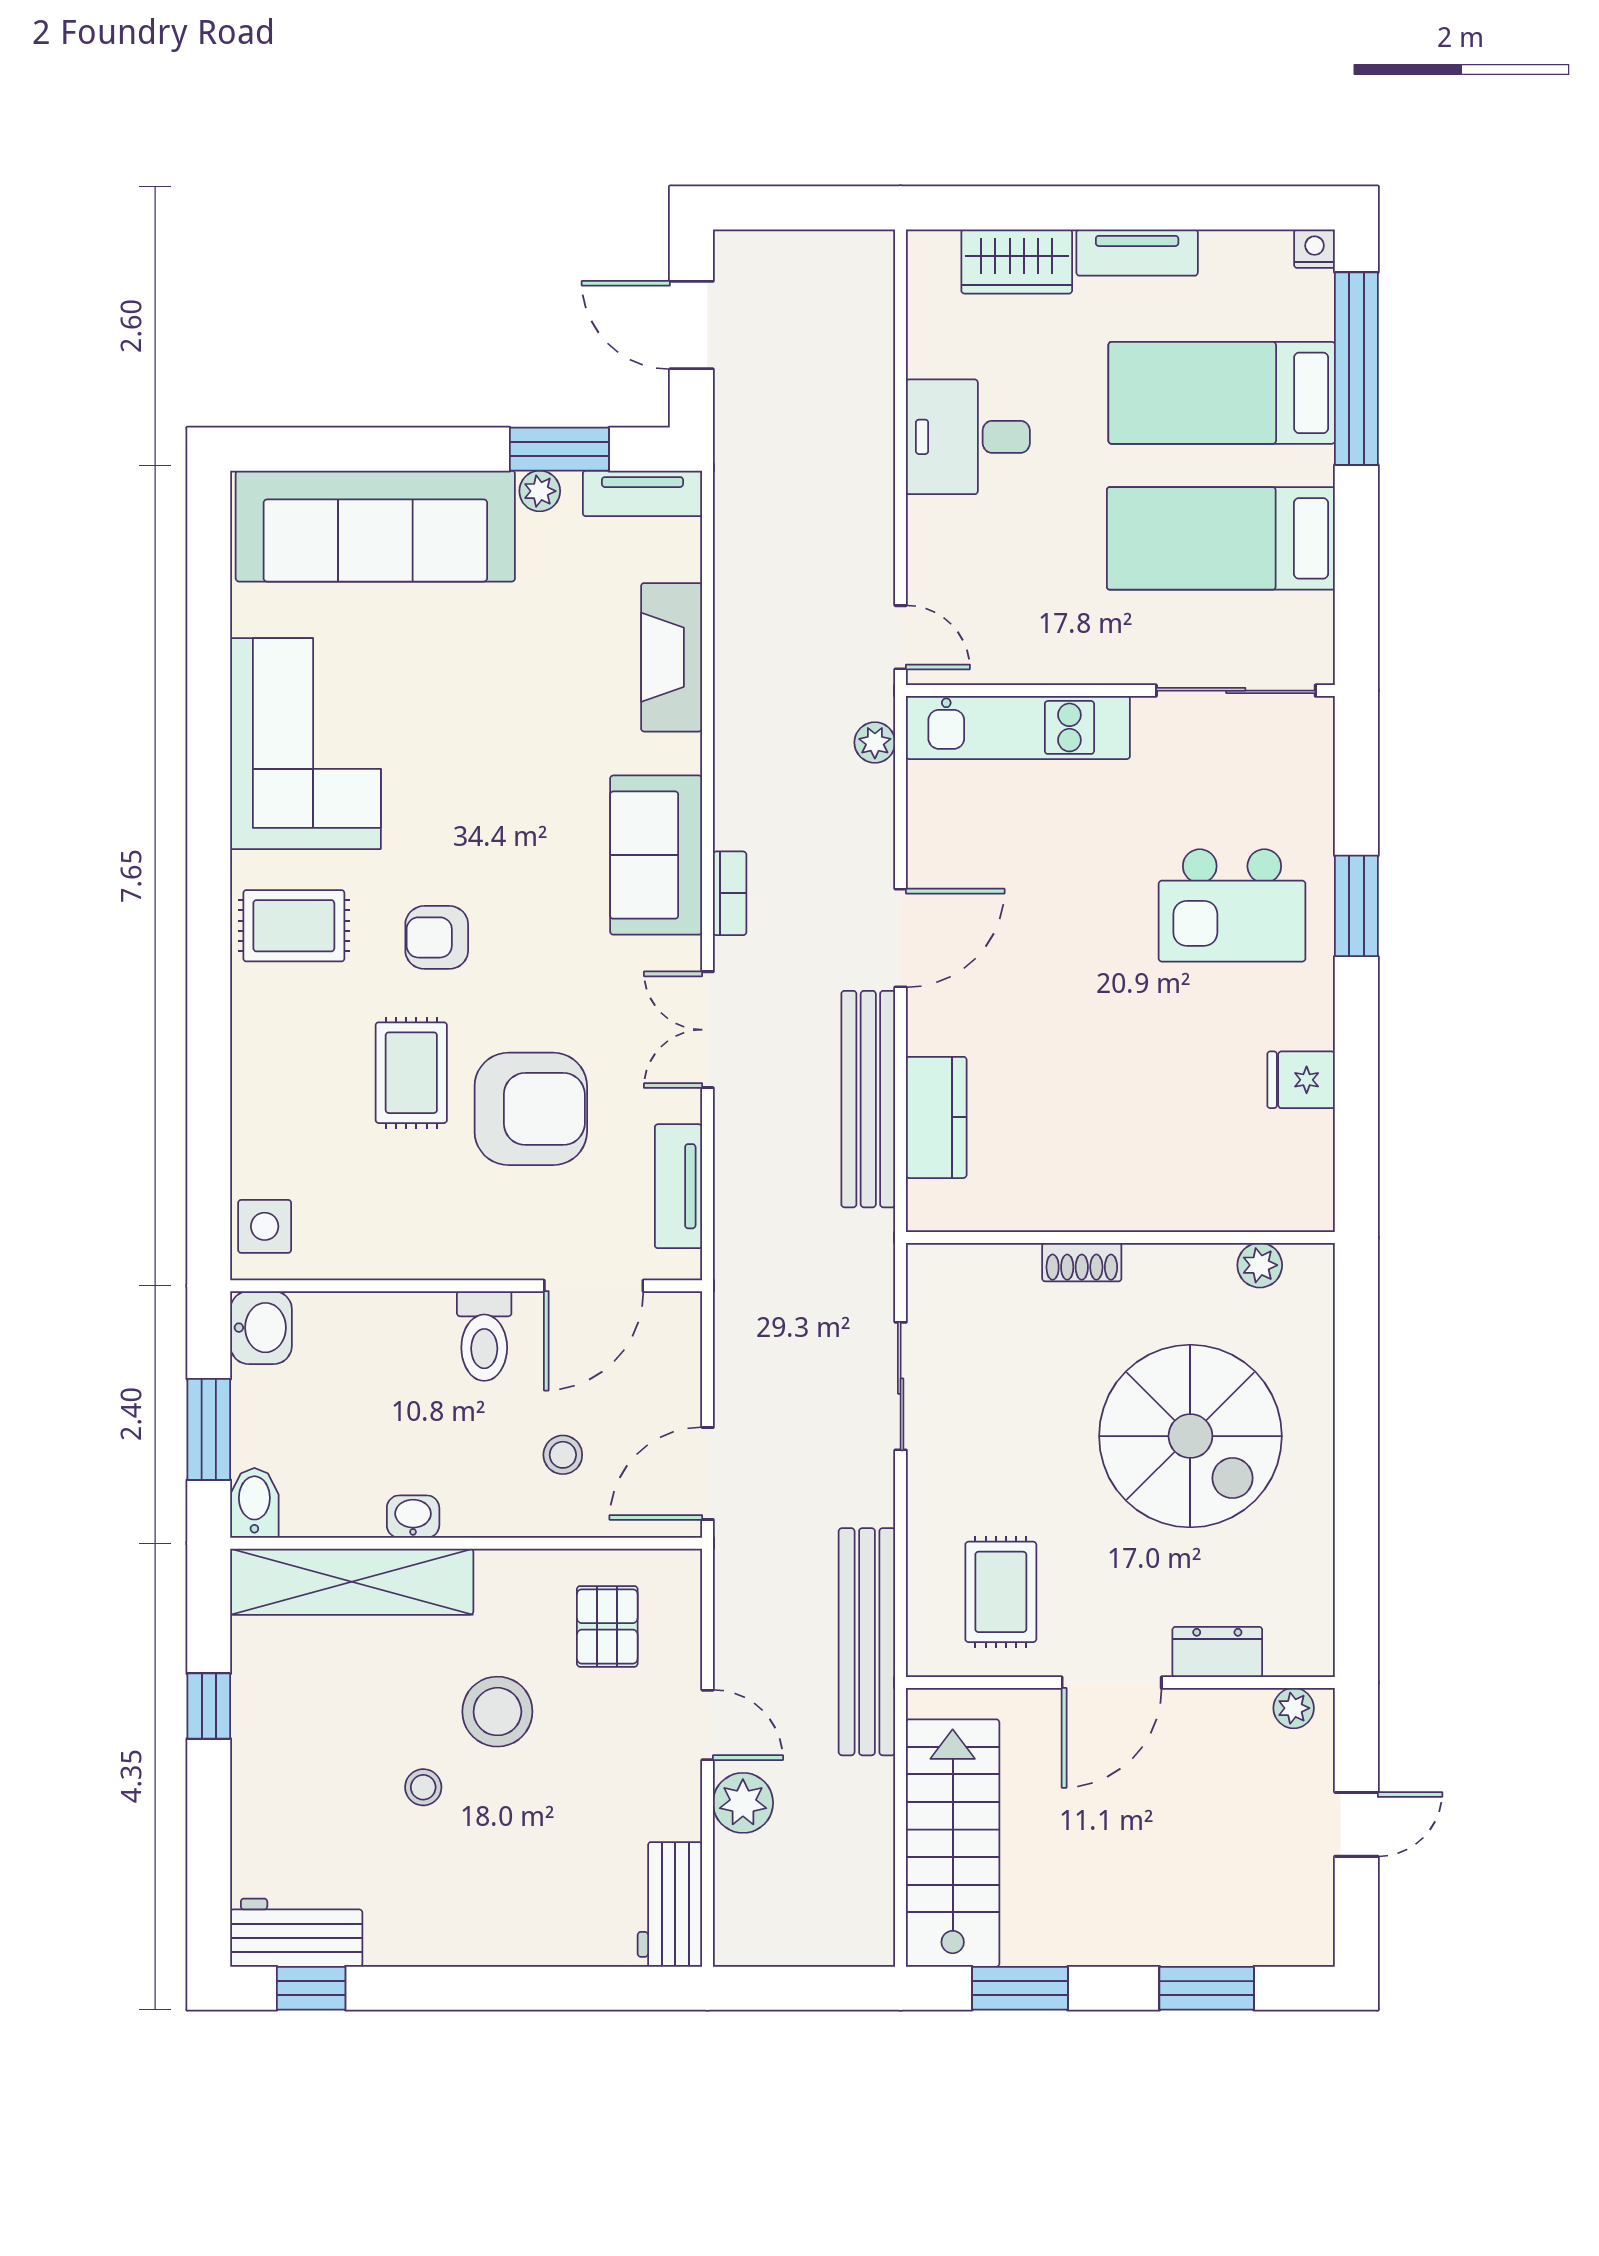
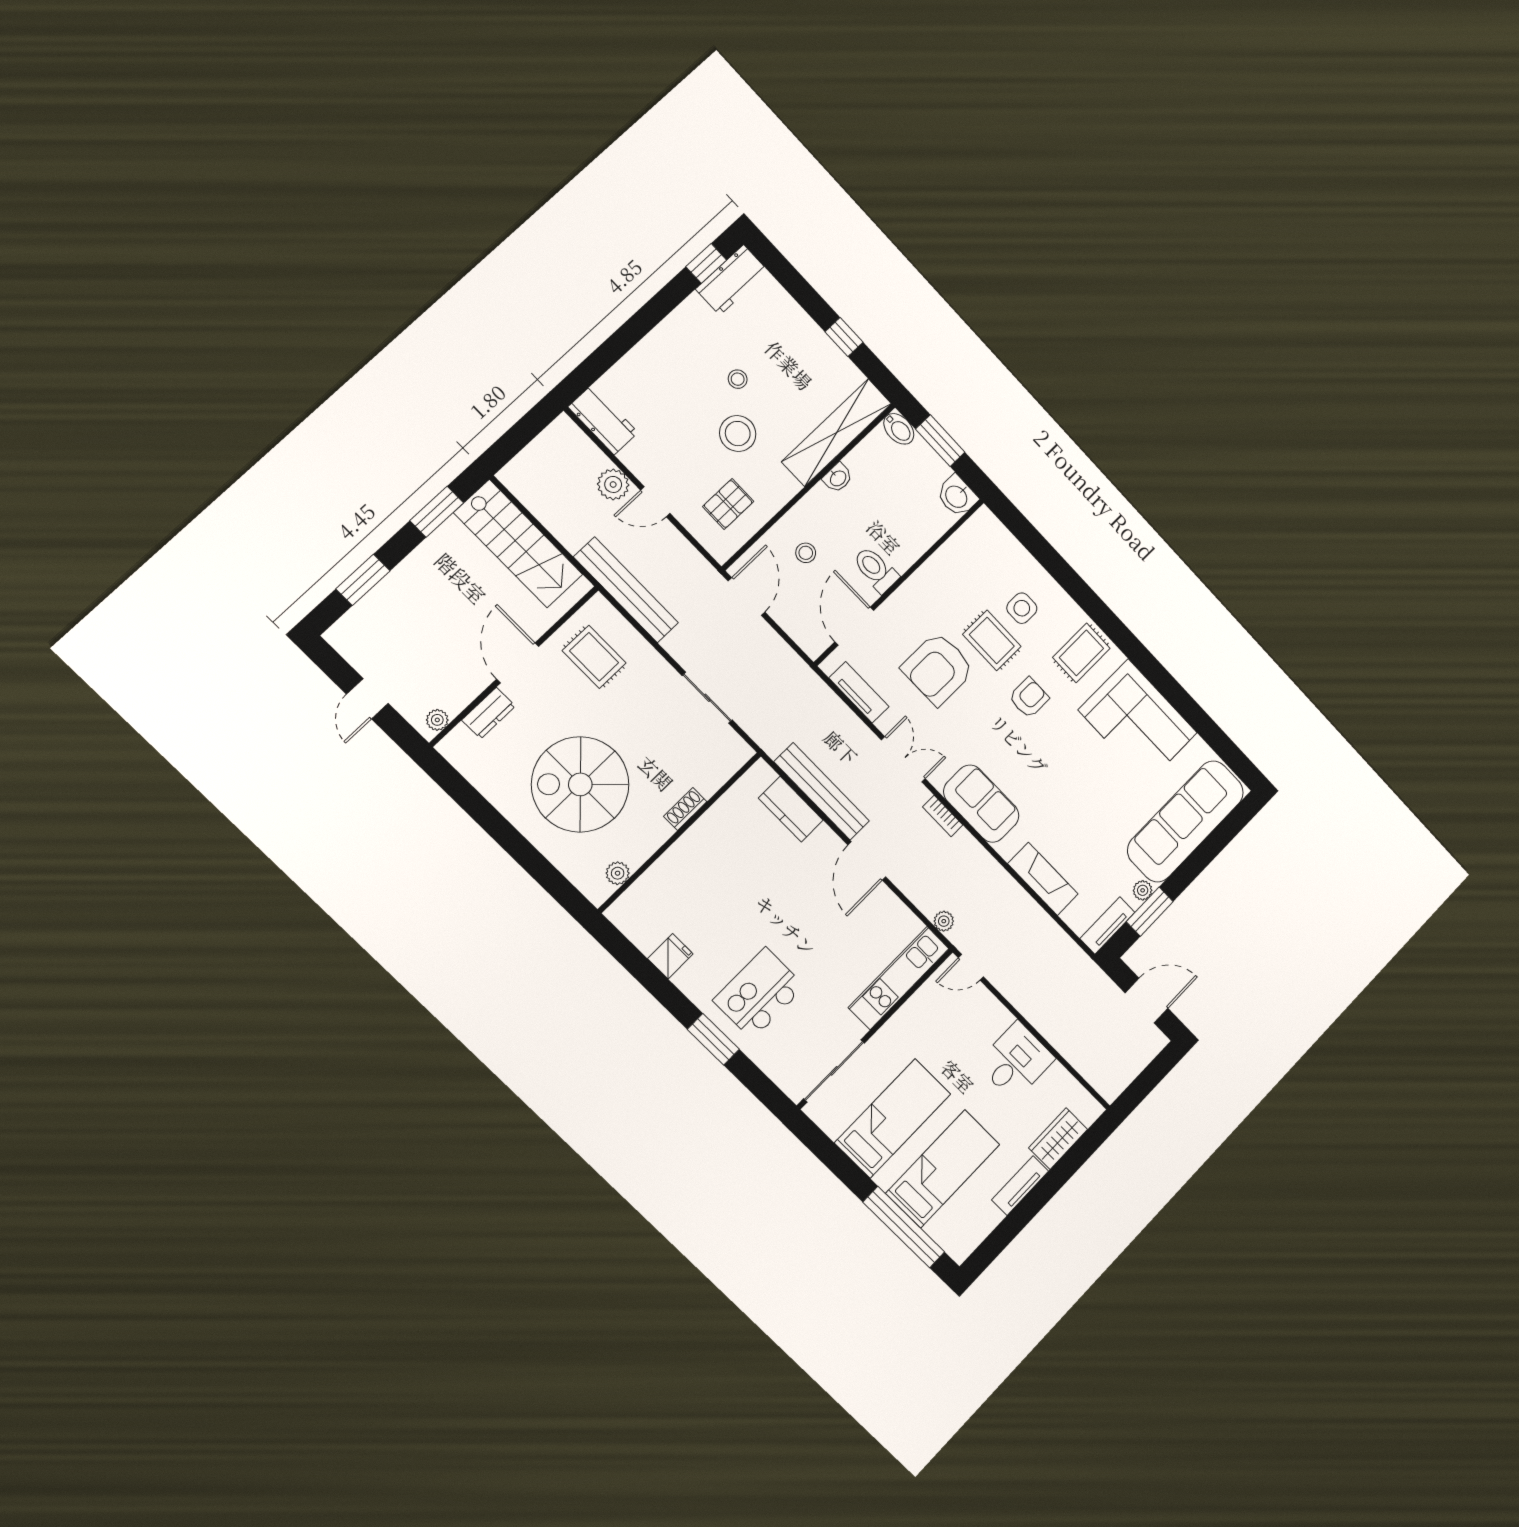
nightstand: (1315, 249) -> (960, 1252), removed
side table: (265, 1226) -> (1022, 608), moved
pallet: (607, 1626) -> (728, 504), turned 90

